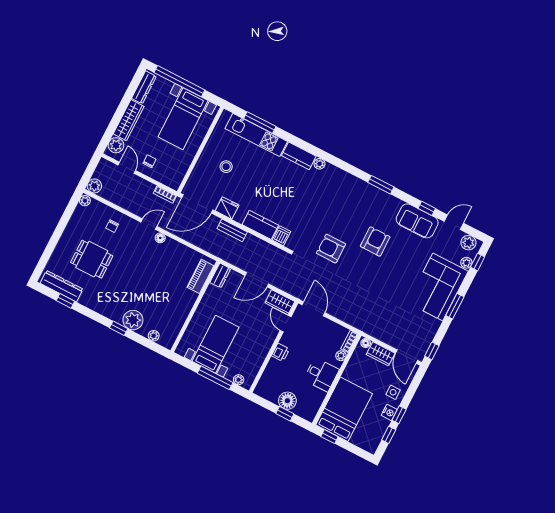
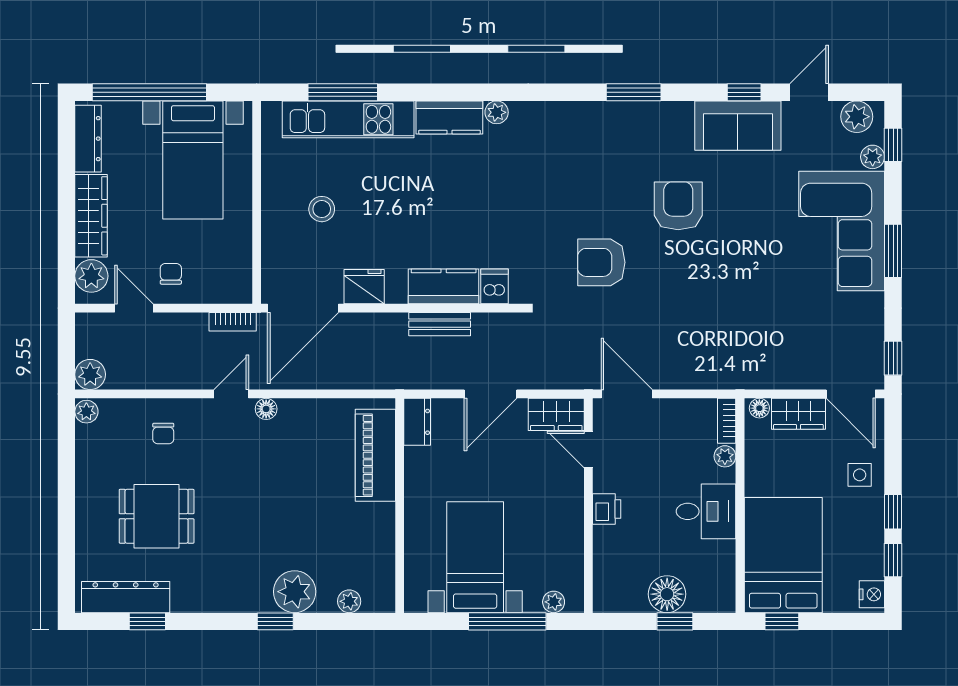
bench: (232, 230) -> (440, 324), moved
piano: (200, 276) -> (375, 455), width x1.37, depth x1.33
nightstand: (389, 412) -> (872, 594), moved

